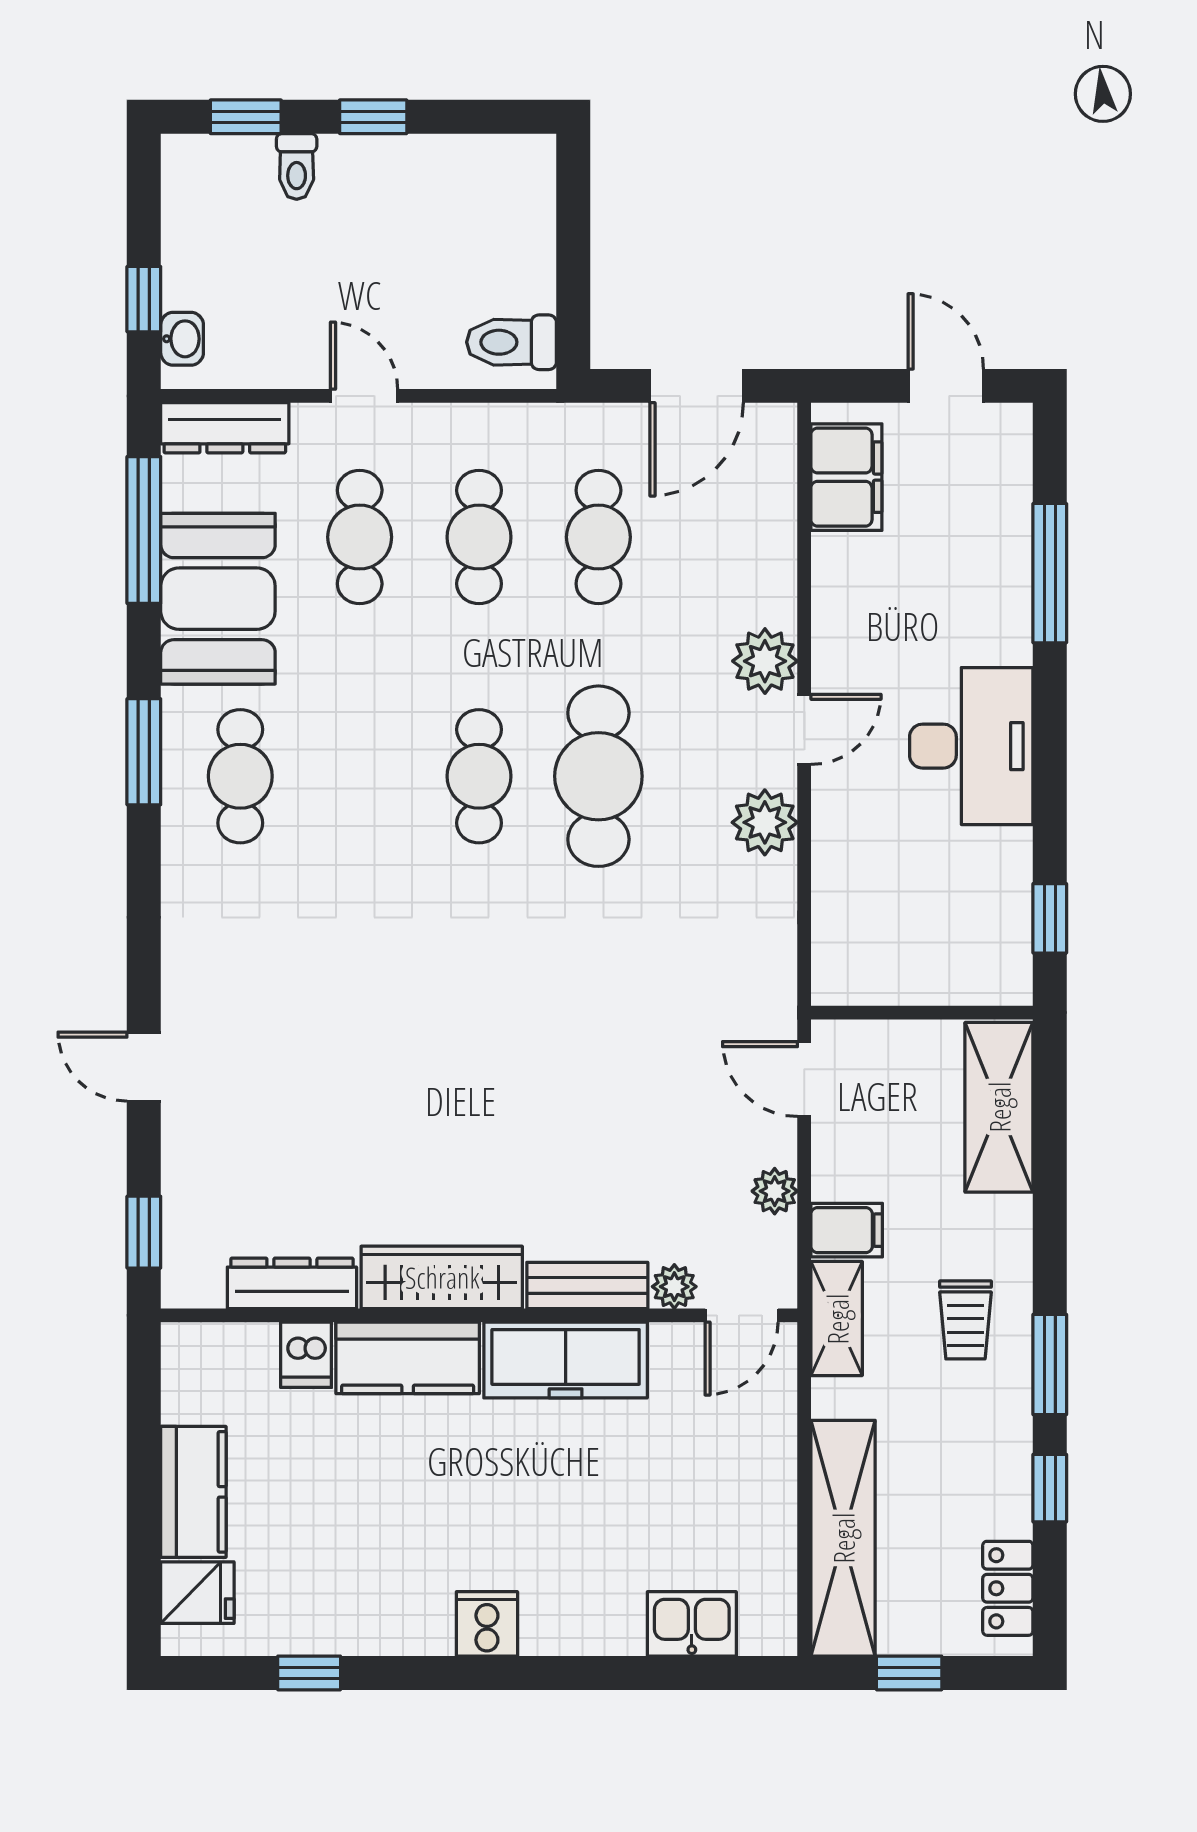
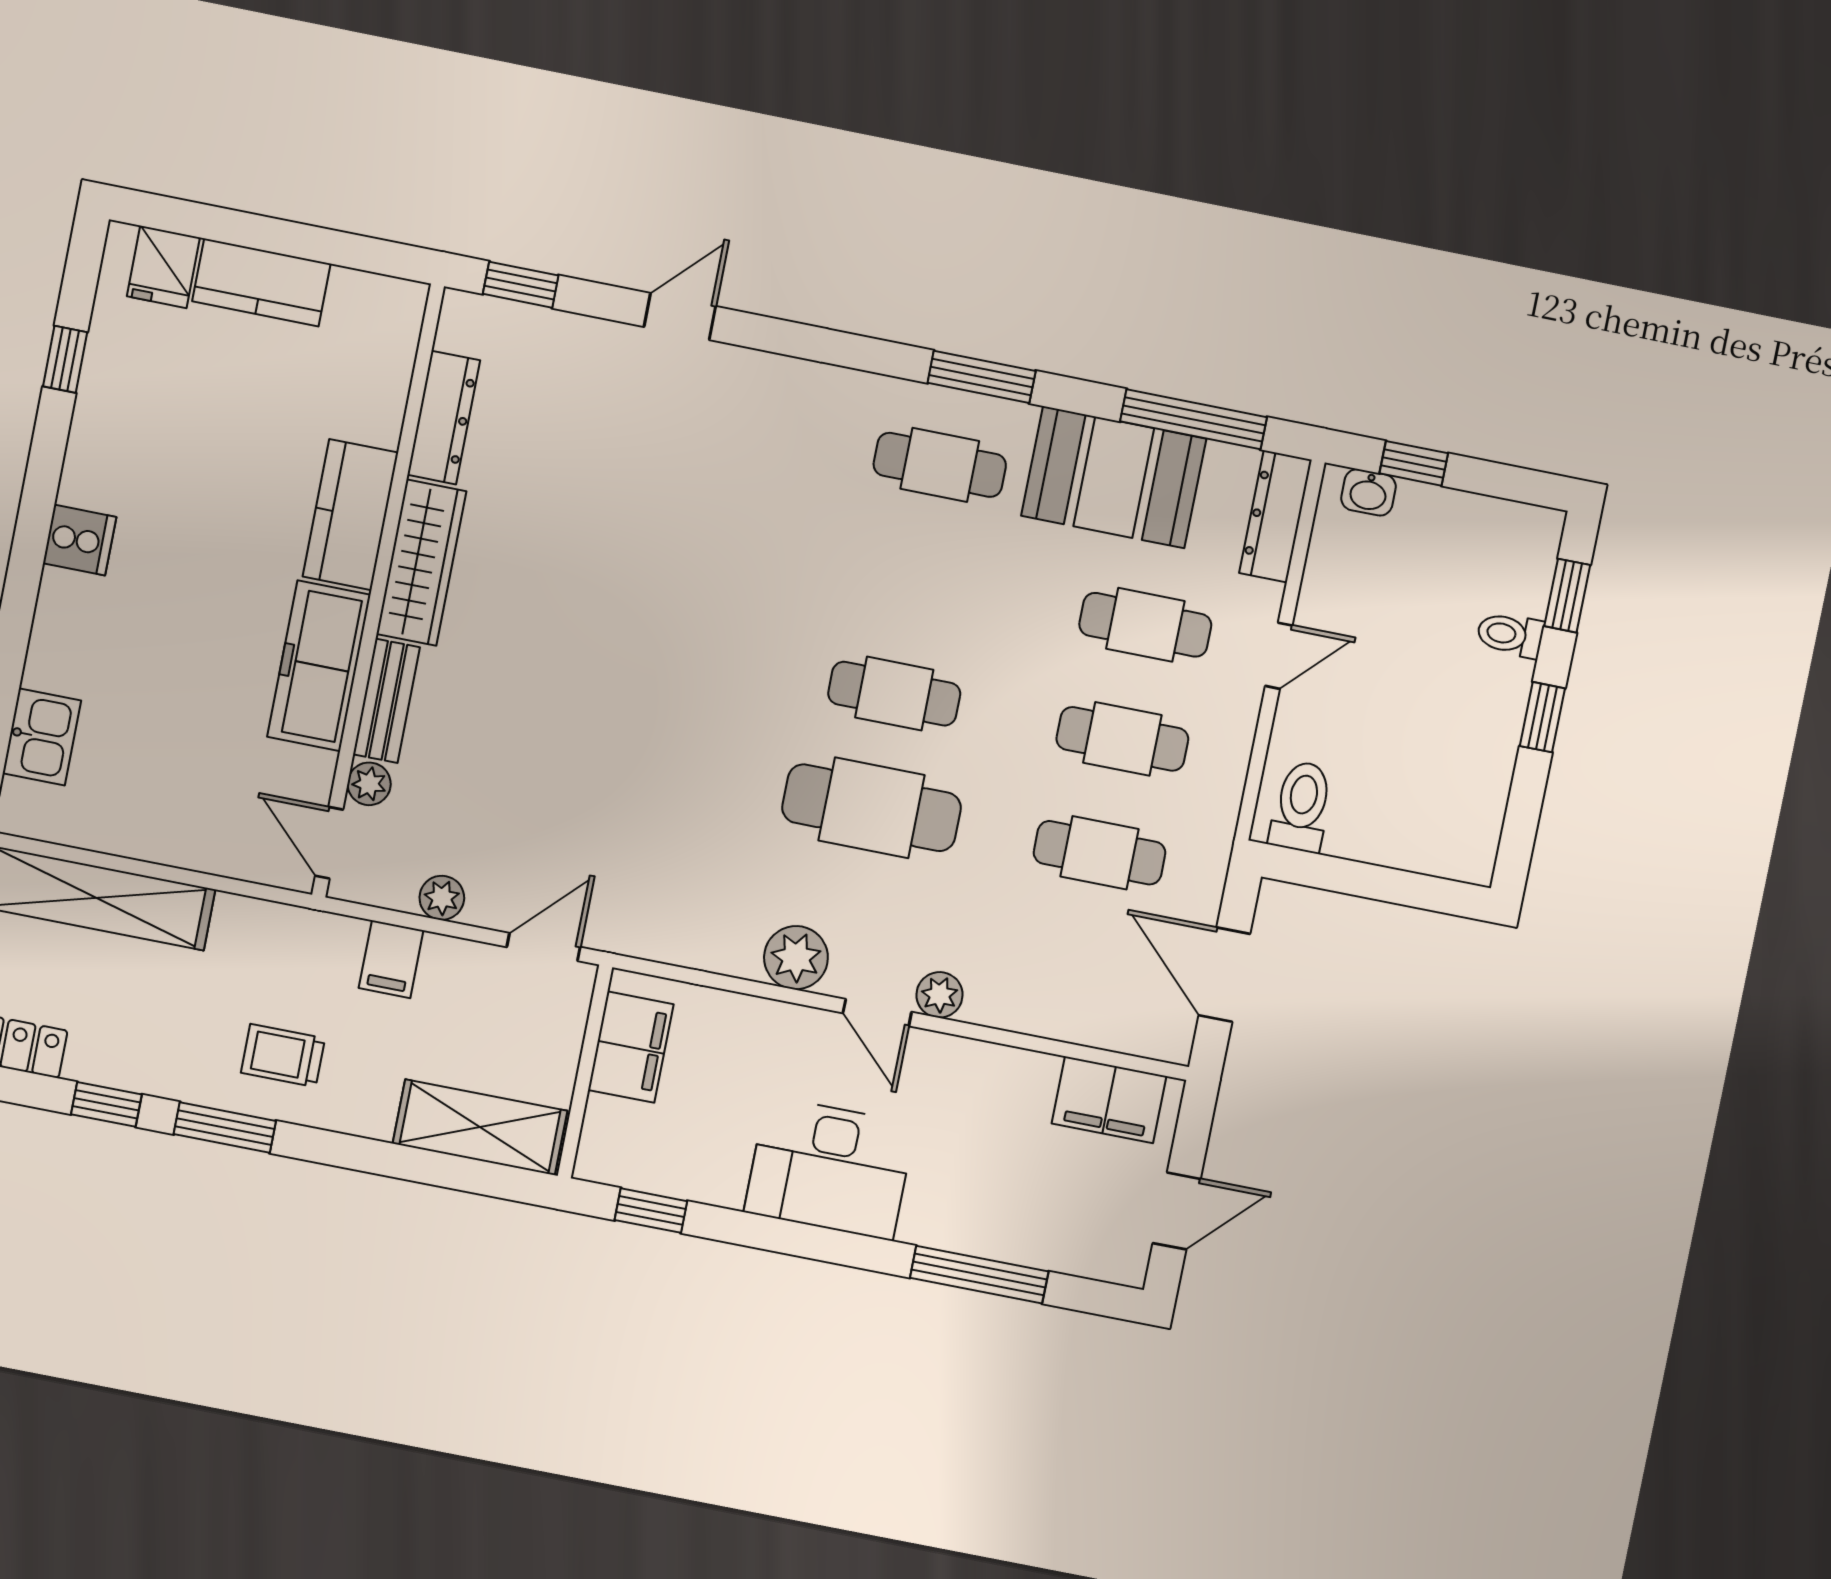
plant: (765, 661) -> (940, 995), width x0.73, depth x0.73
filing cabinet: (888, 971) -> (631, 1047), added
shelving: (837, 1319) -> (308, 933), removed
dishwasher: (306, 1355) -> (372, 417), removed

